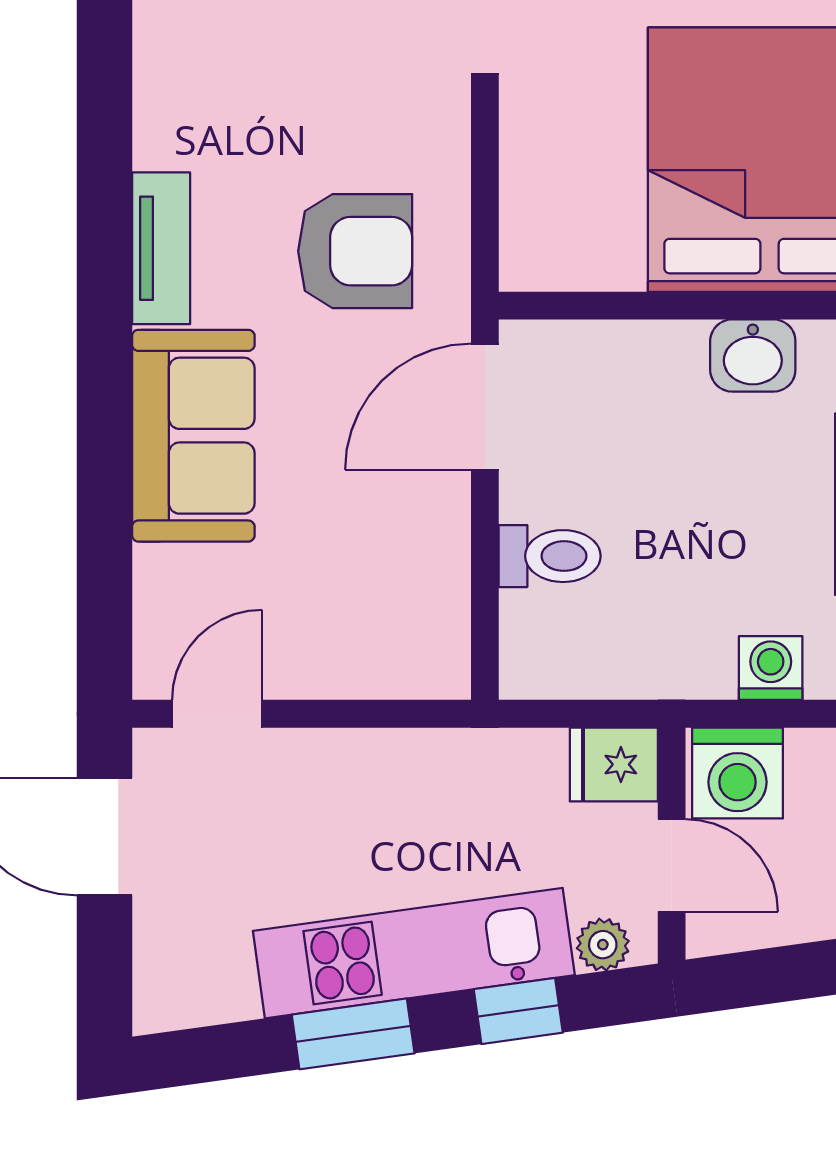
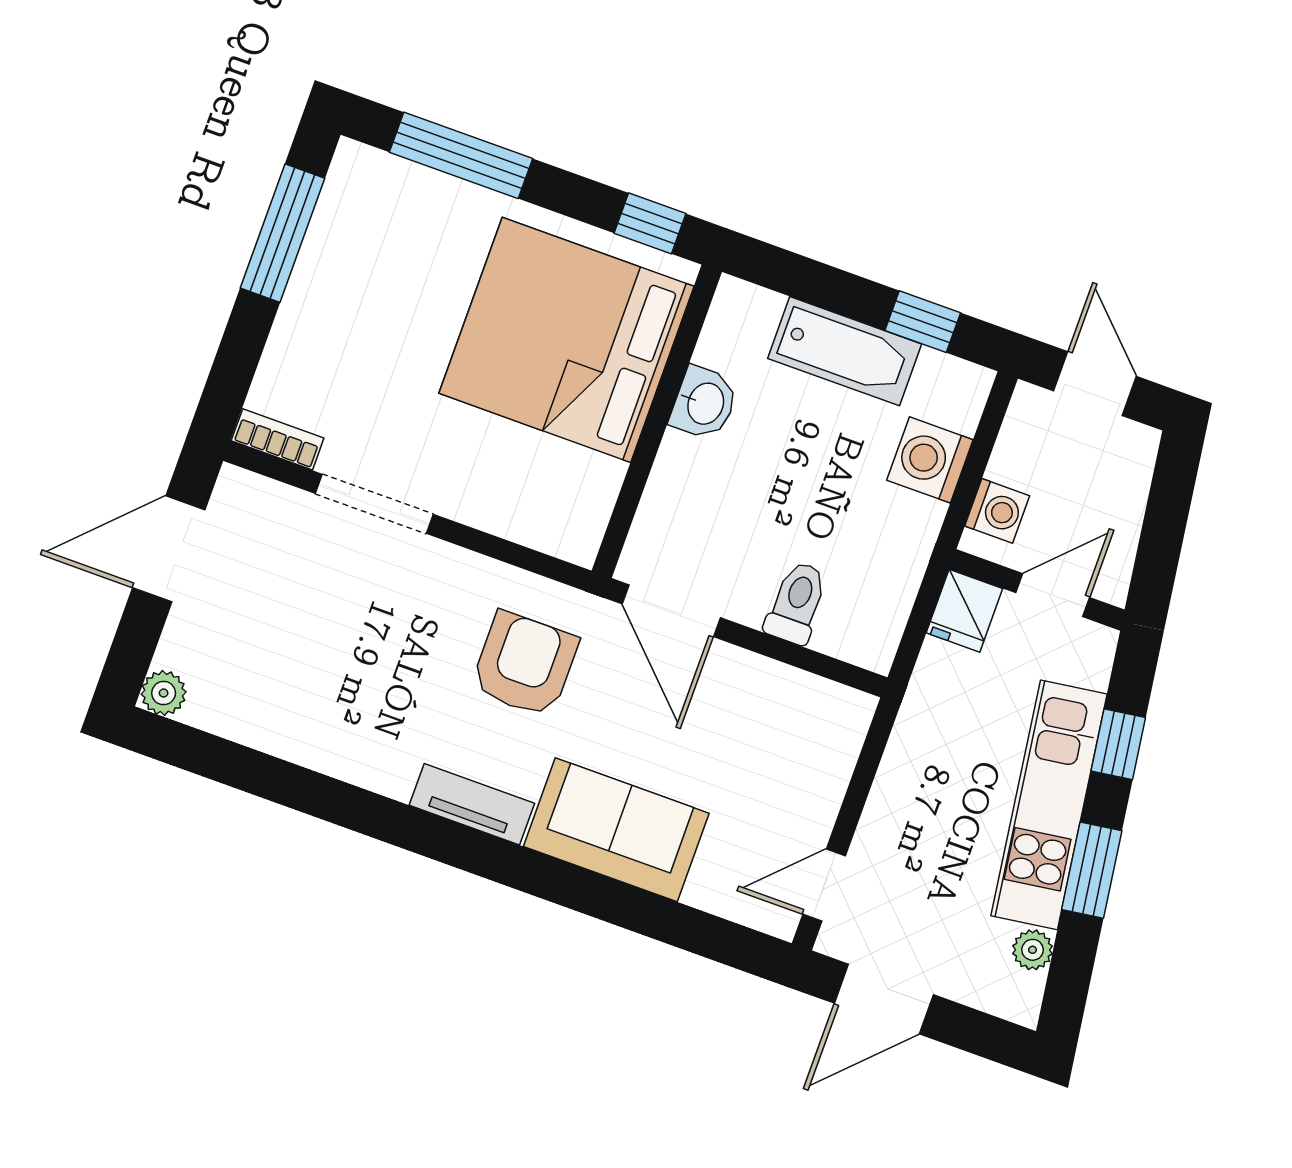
washing machine: (771, 668) -> (930, 460), width x1.38, depth x1.38
door: (217, 714) -> (824, 885), hinge flipped
washing machine: (738, 773) -> (997, 511), width x0.73, depth x0.73
plant: (603, 945) -> (1033, 950), moved

